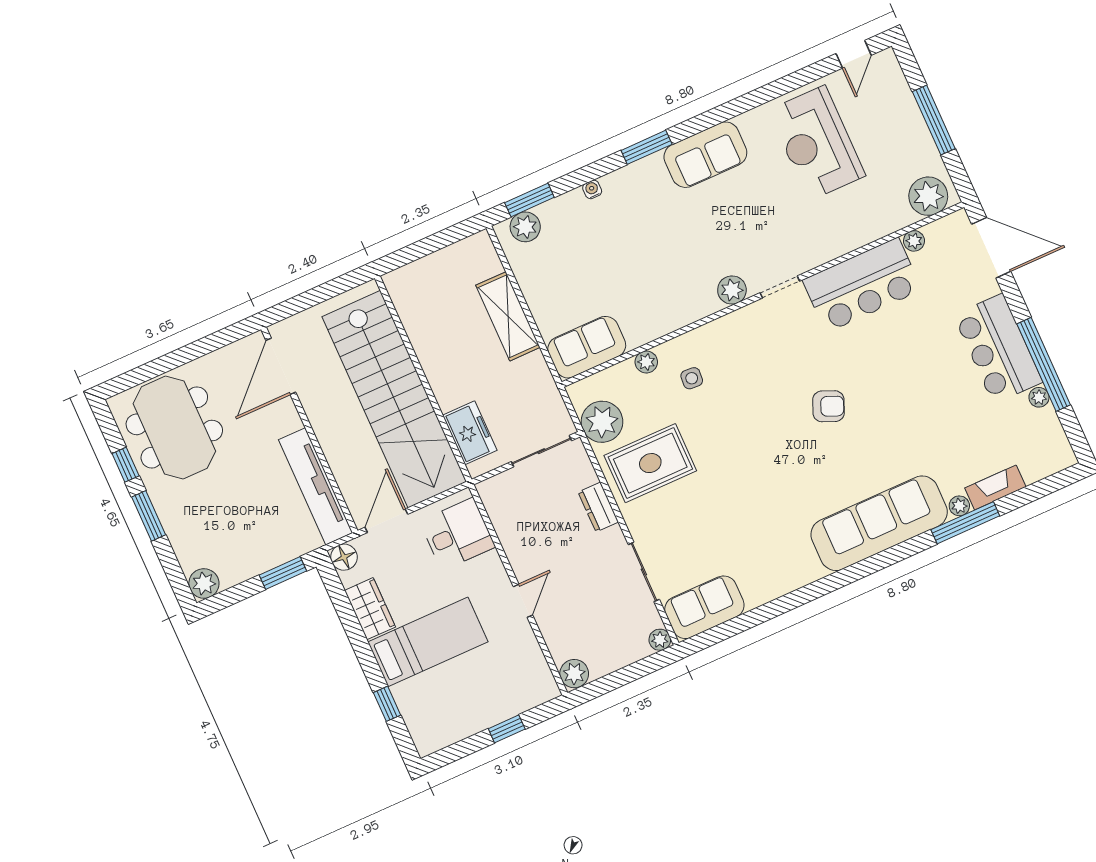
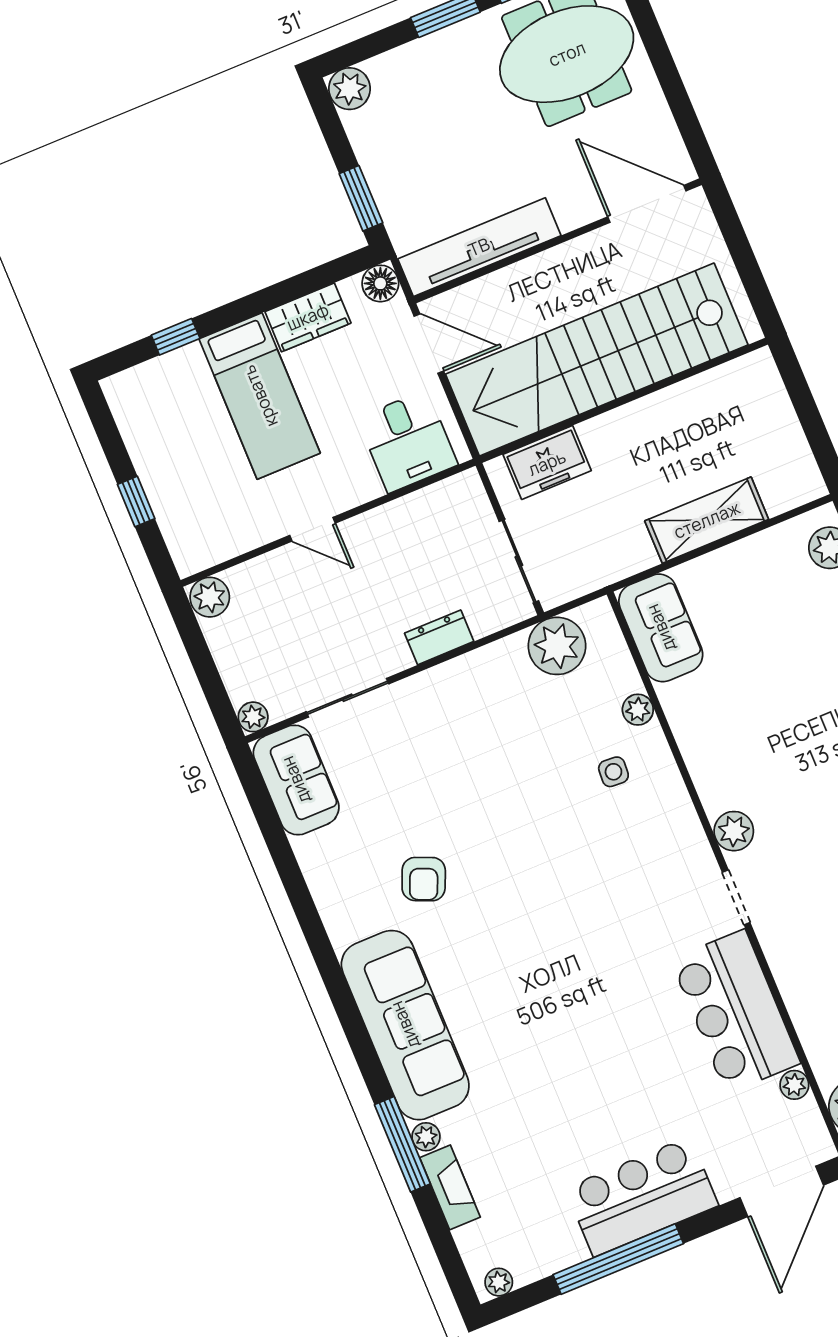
plant: (1039, 397) -> (499, 1282), moved
armchair: (828, 406) -> (424, 879), moved
rug: (650, 463) -> (498, 711), removed

